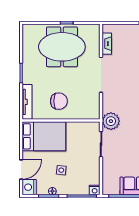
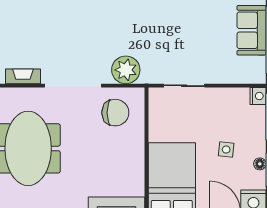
chair: (59, 101) -> (115, 113), moved, turned 90
plant: (111, 121) -> (126, 70), moved

